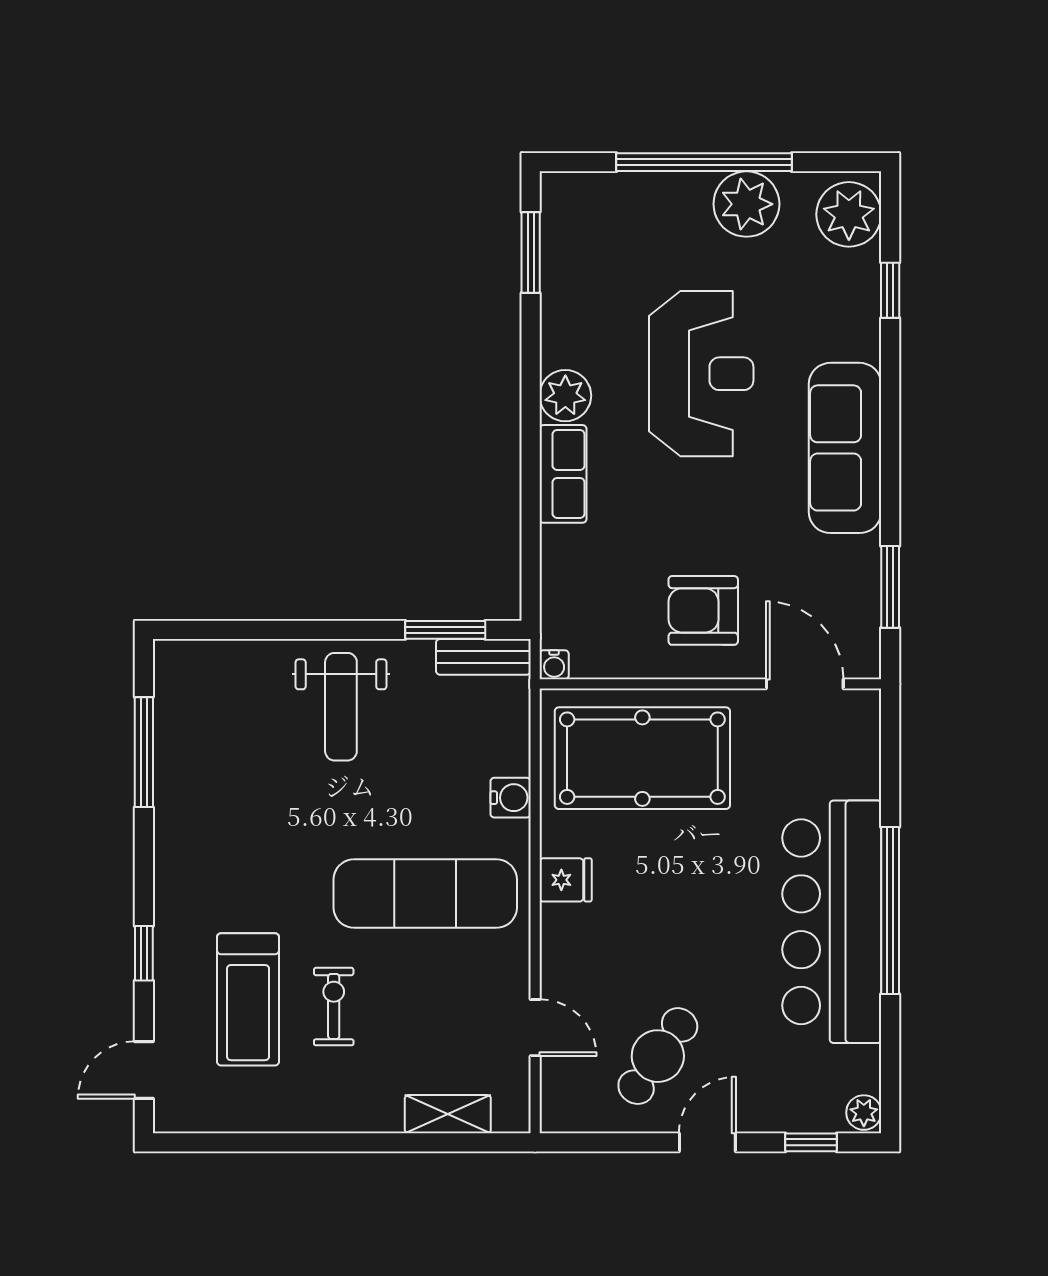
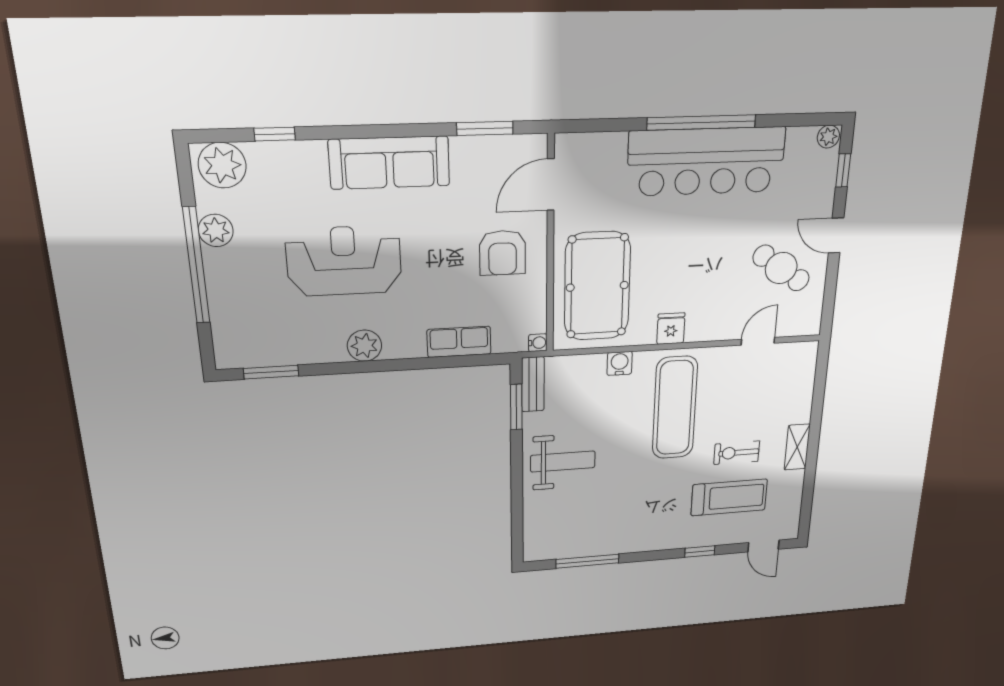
plant: (746, 204) -> (216, 230), width x0.73, depth x0.73
row of seats: (563, 474) -> (459, 342), moved
shelving: (448, 1114) -> (797, 447), moved

